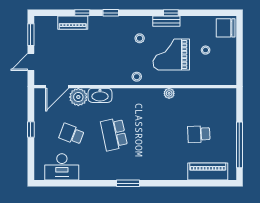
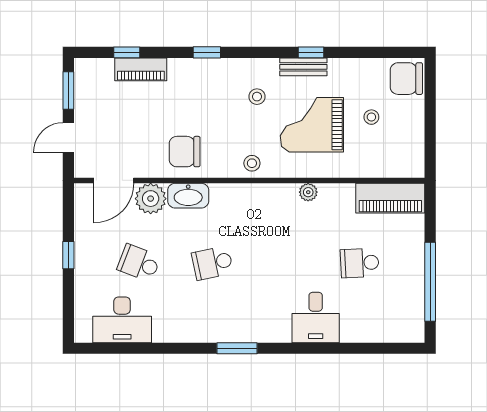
window: (82, 13) -> (127, 52), moved
chair: (98, 70) -> (185, 152), added
school desk: (114, 134) -> (212, 263), width x0.54
desk: (173, 166) -> (316, 317), added
piano: (208, 172) -> (390, 198), moved, turned 180

